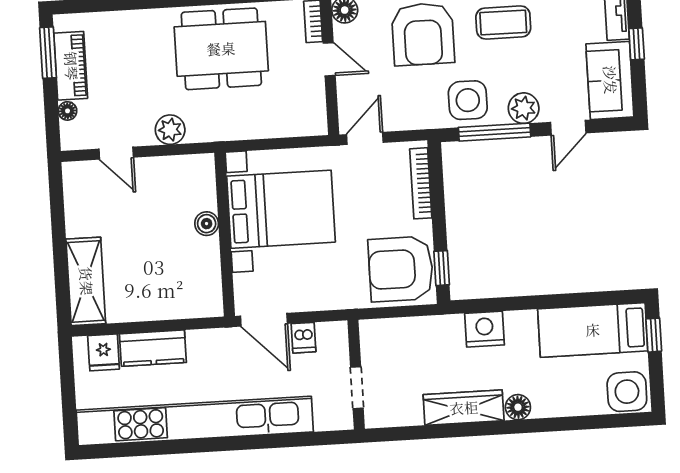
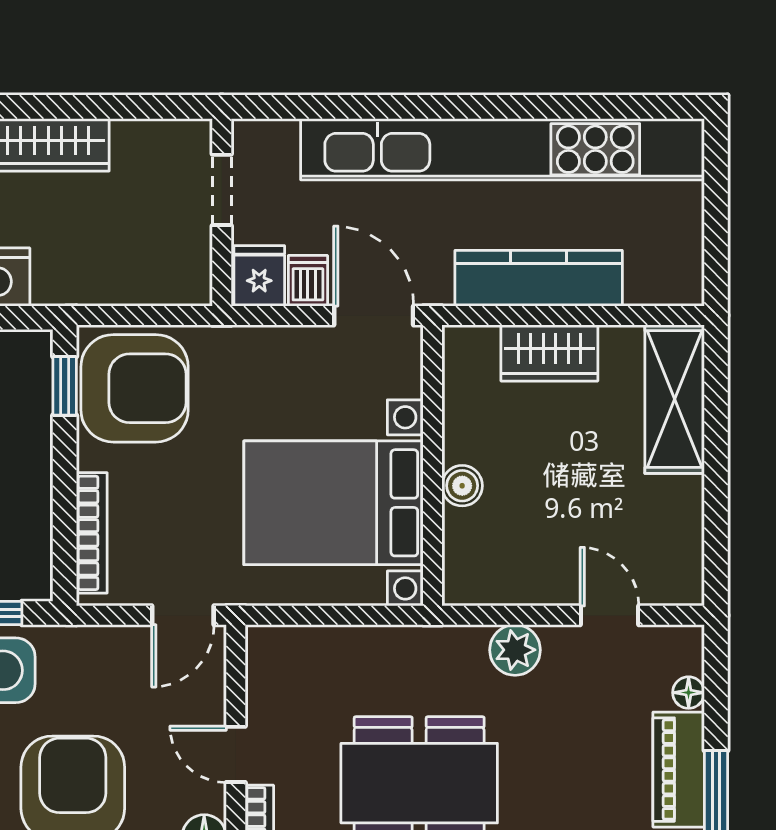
wardrobe: (160, 304) -> (549, 353), added
kitchen counter: (153, 348) -> (539, 278), width x1.50
fridge: (104, 352) -> (259, 276), moved

